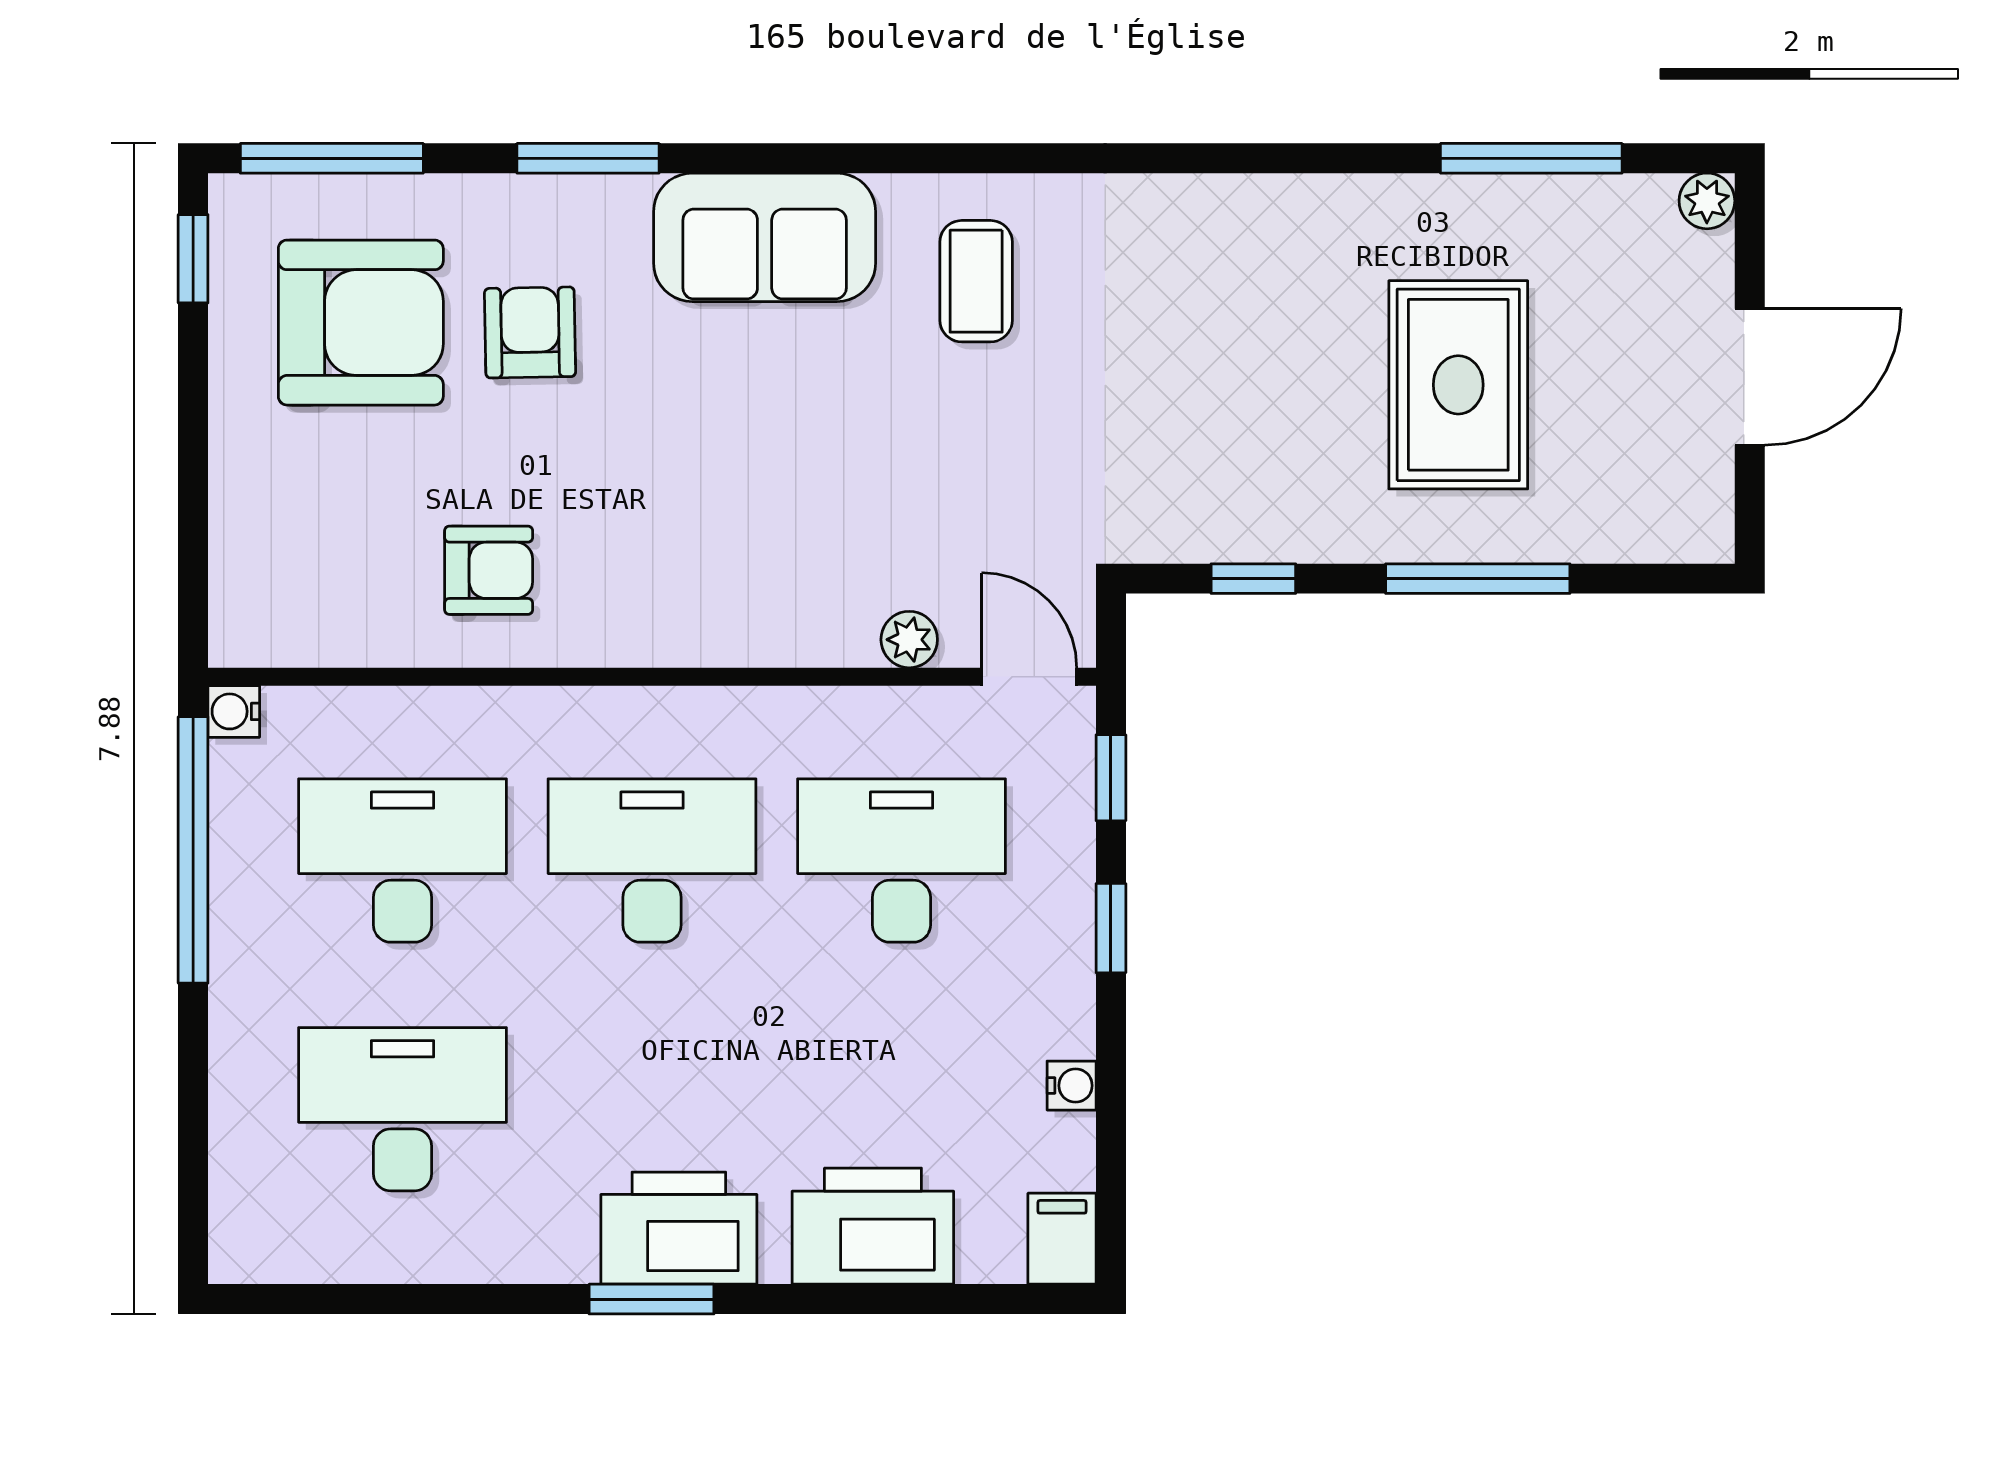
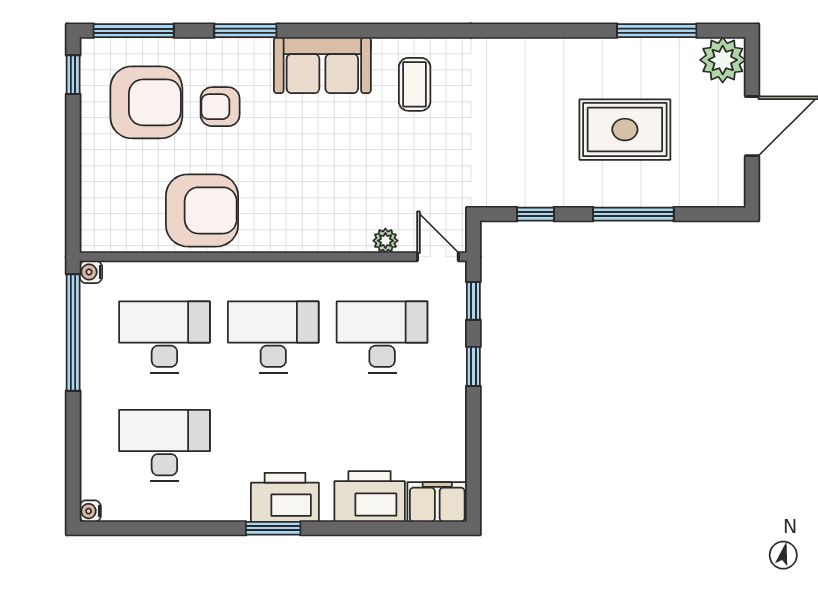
plant: (1707, 201) -> (723, 60), width x1.88, depth x1.88
armchair: (530, 332) -> (220, 107), turned -89
rug: (1458, 385) -> (625, 130), turned 90
armchair: (489, 570) -> (202, 210), width x1.88, depth x1.88
water cooler: (1072, 1086) -> (90, 511), moved, turned 180
filing cabinet: (1062, 1239) -> (437, 502), width x2.00

